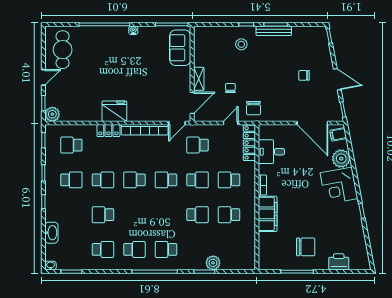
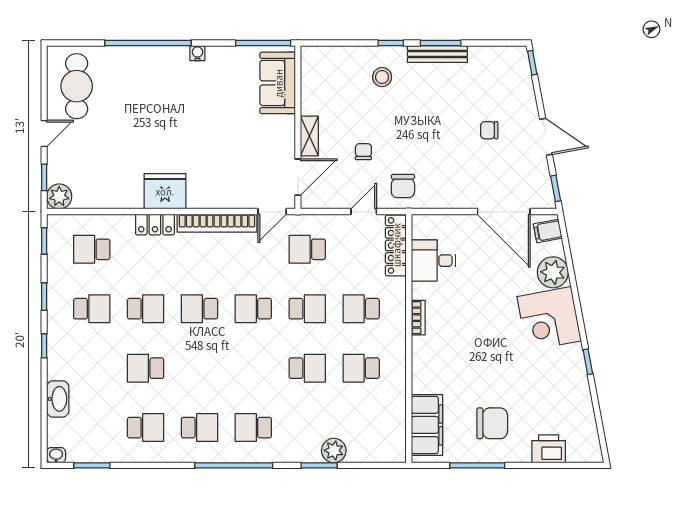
filing cabinet: (268, 214) -> (427, 425), moved

